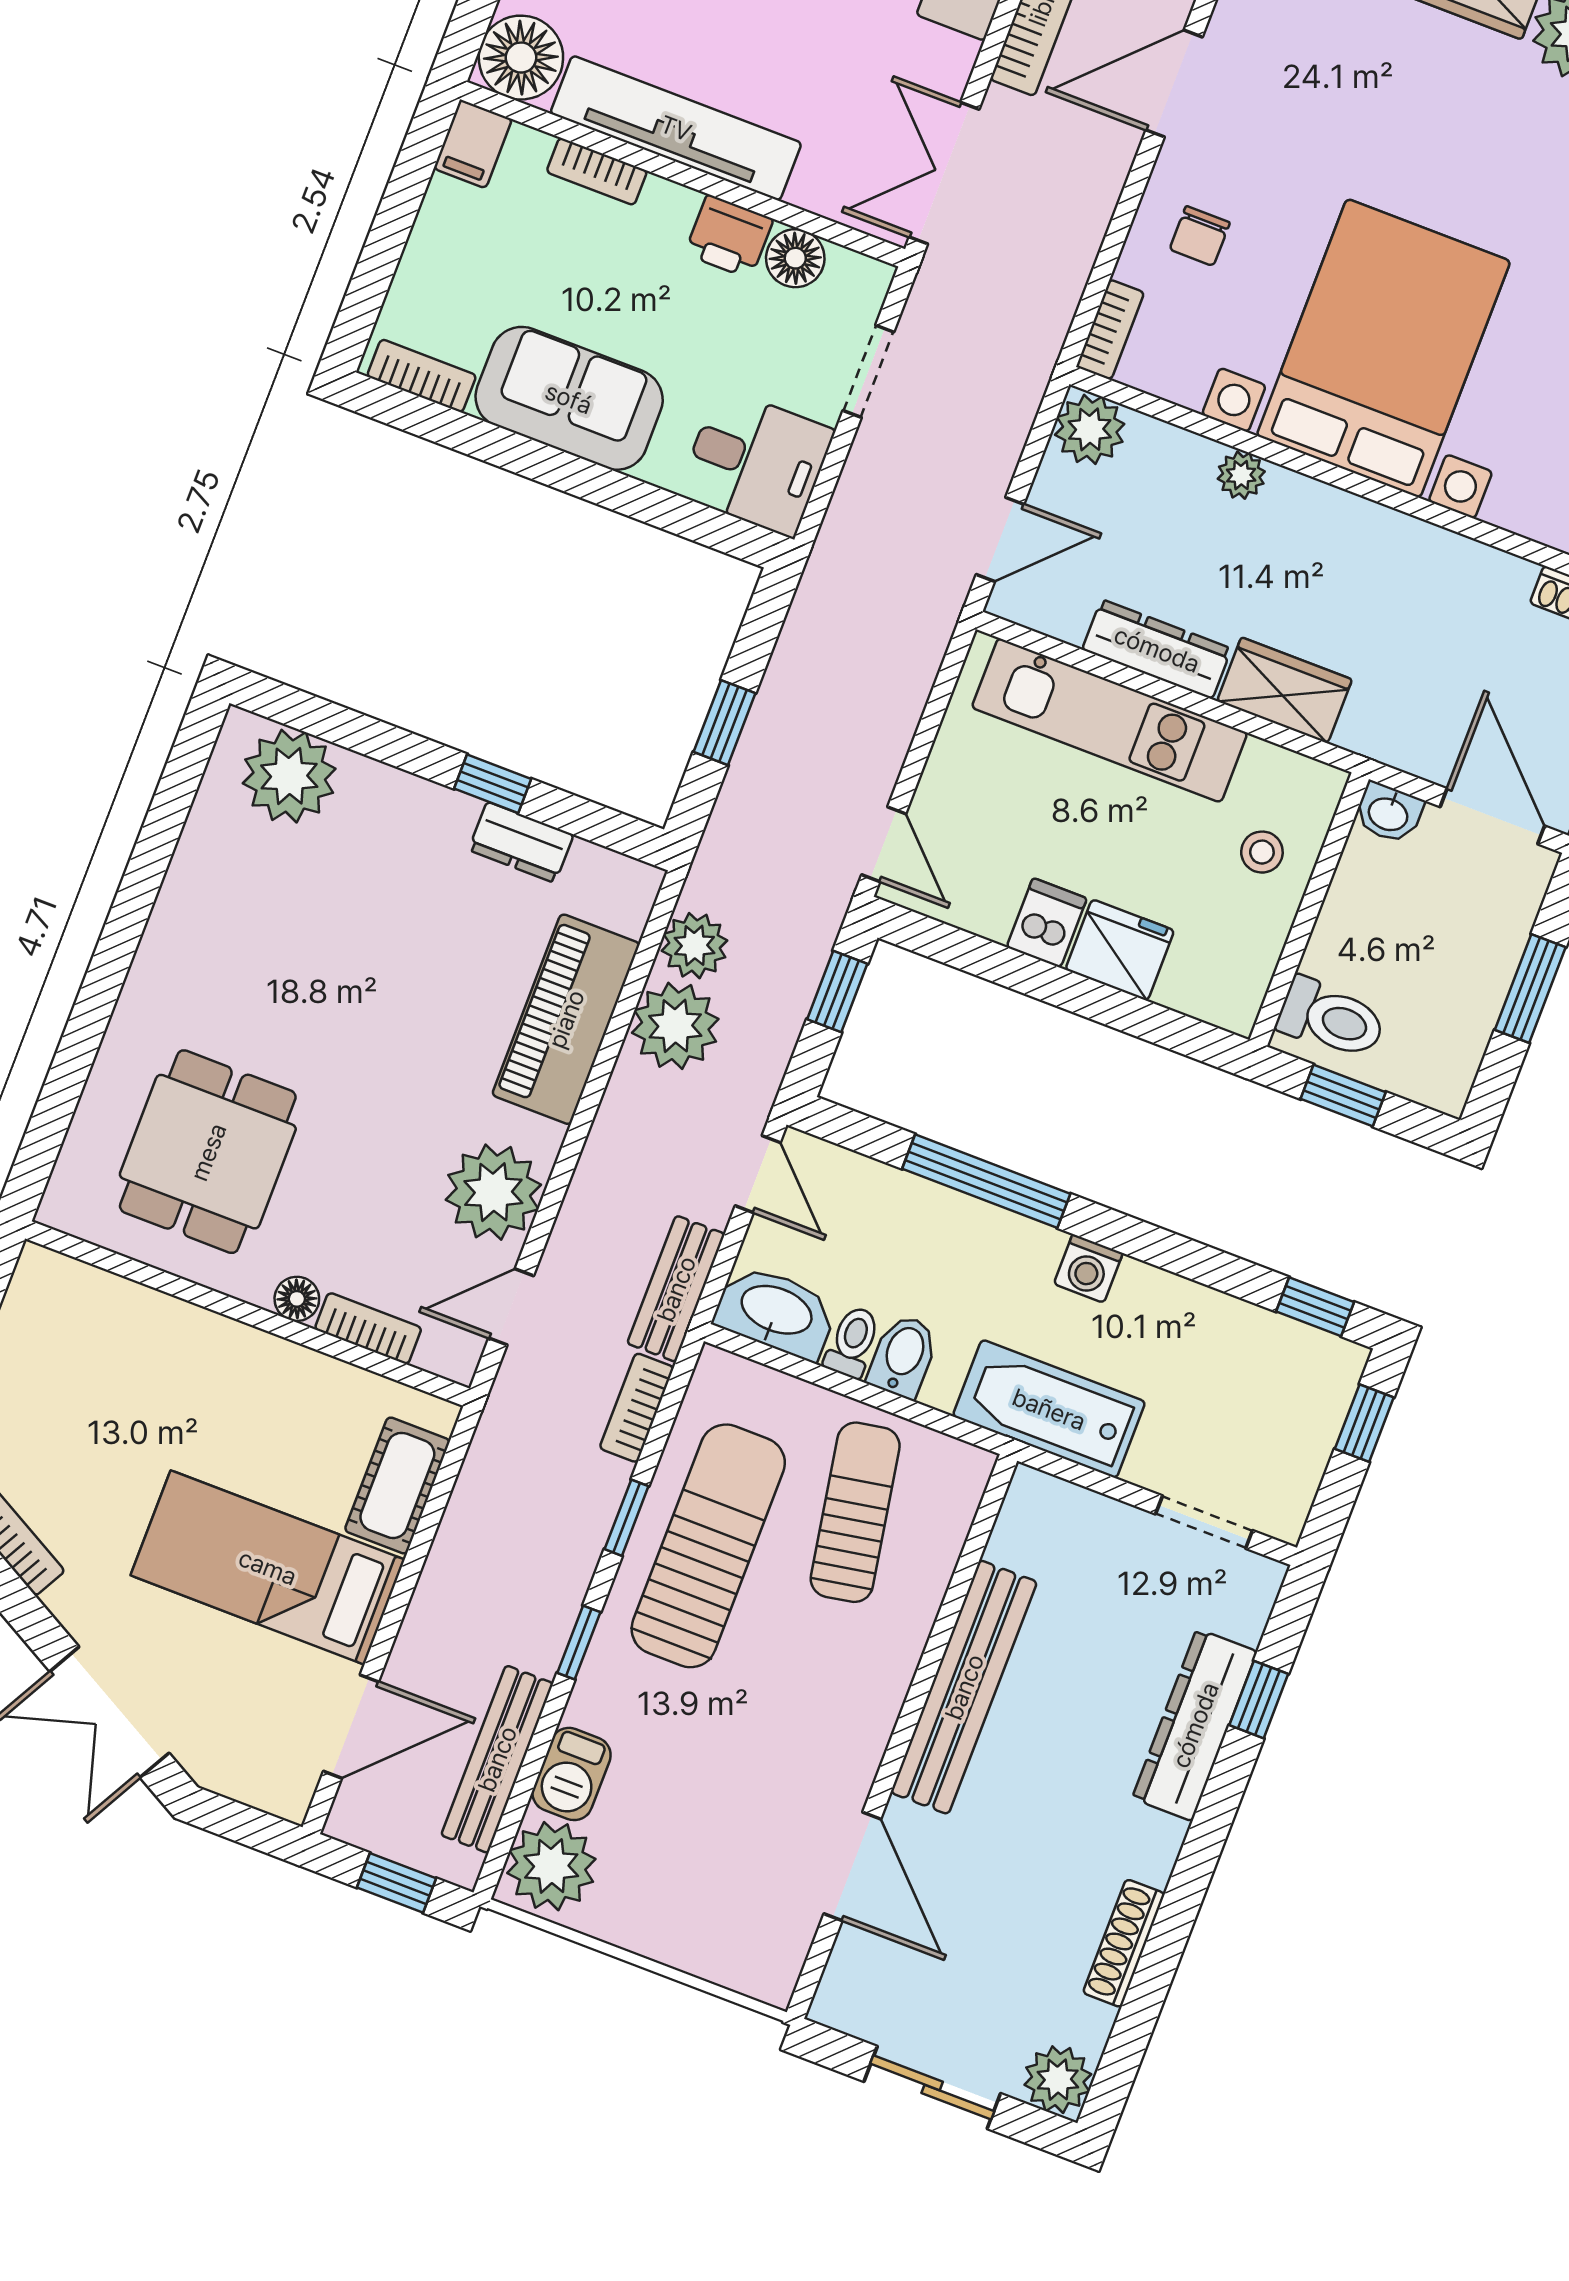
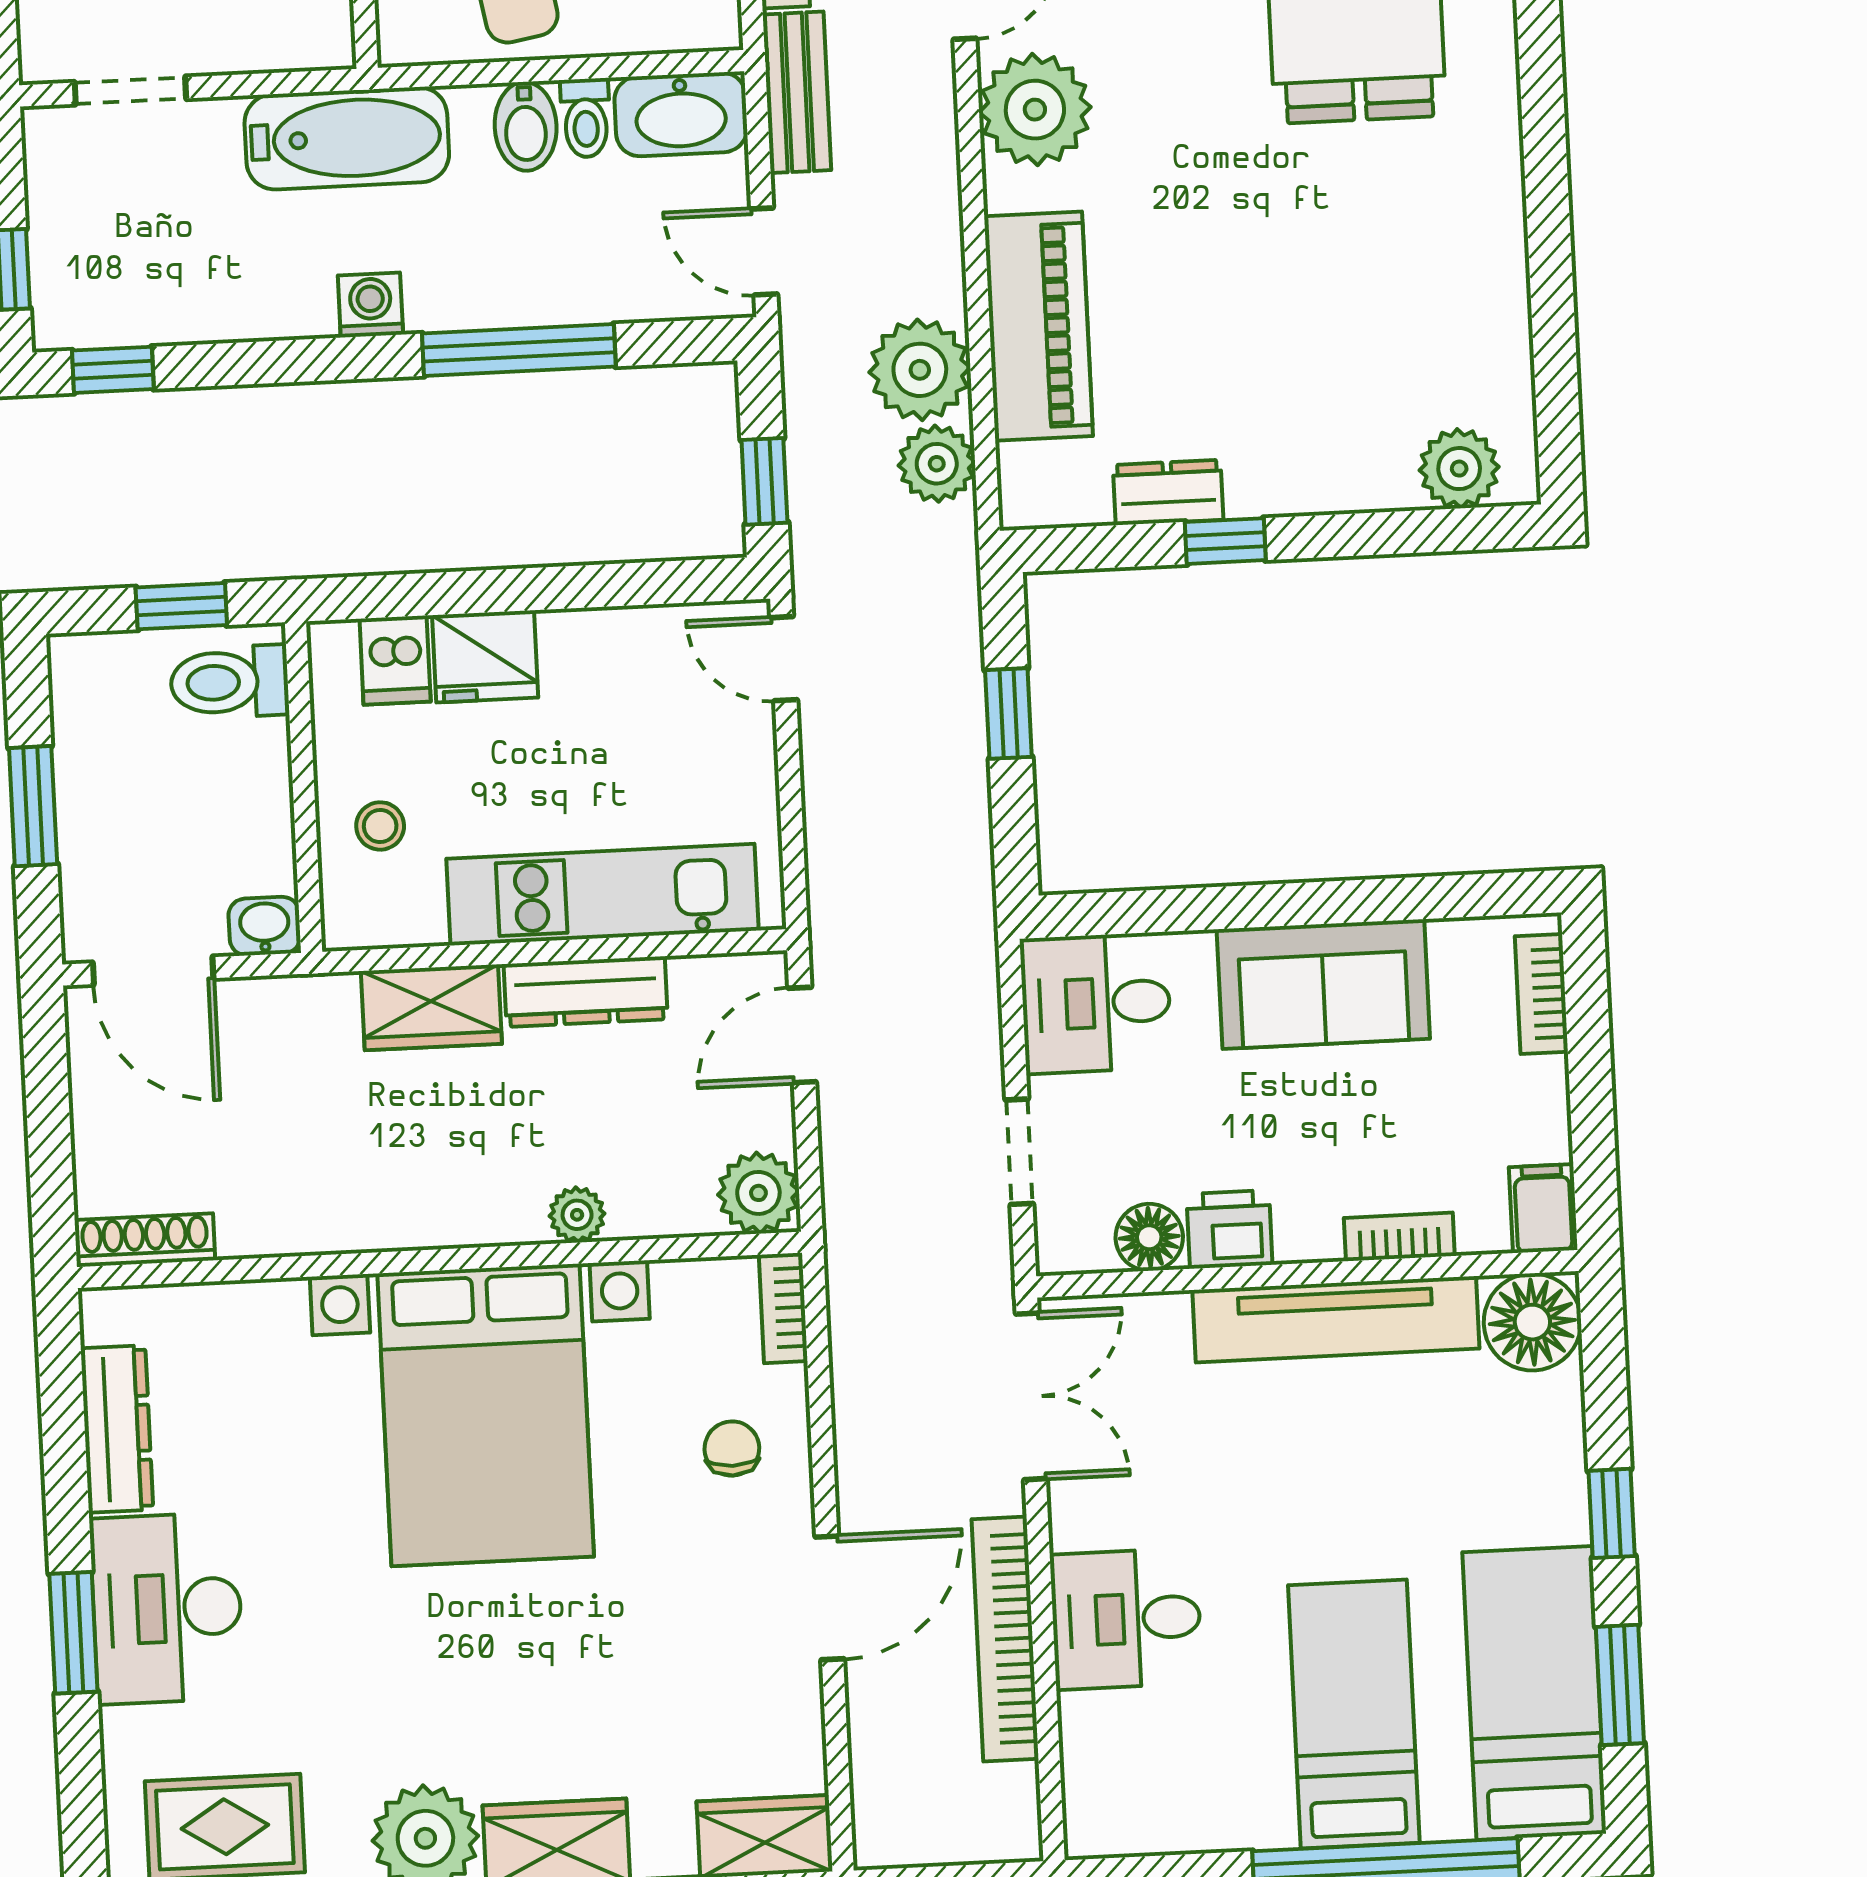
bookcase: (422, 376) -> (1541, 994), moved, turned 90
plant: (289, 776) -> (1459, 469), width x0.73, depth x0.73
dishwasher: (1047, 923) -> (395, 660), moved

